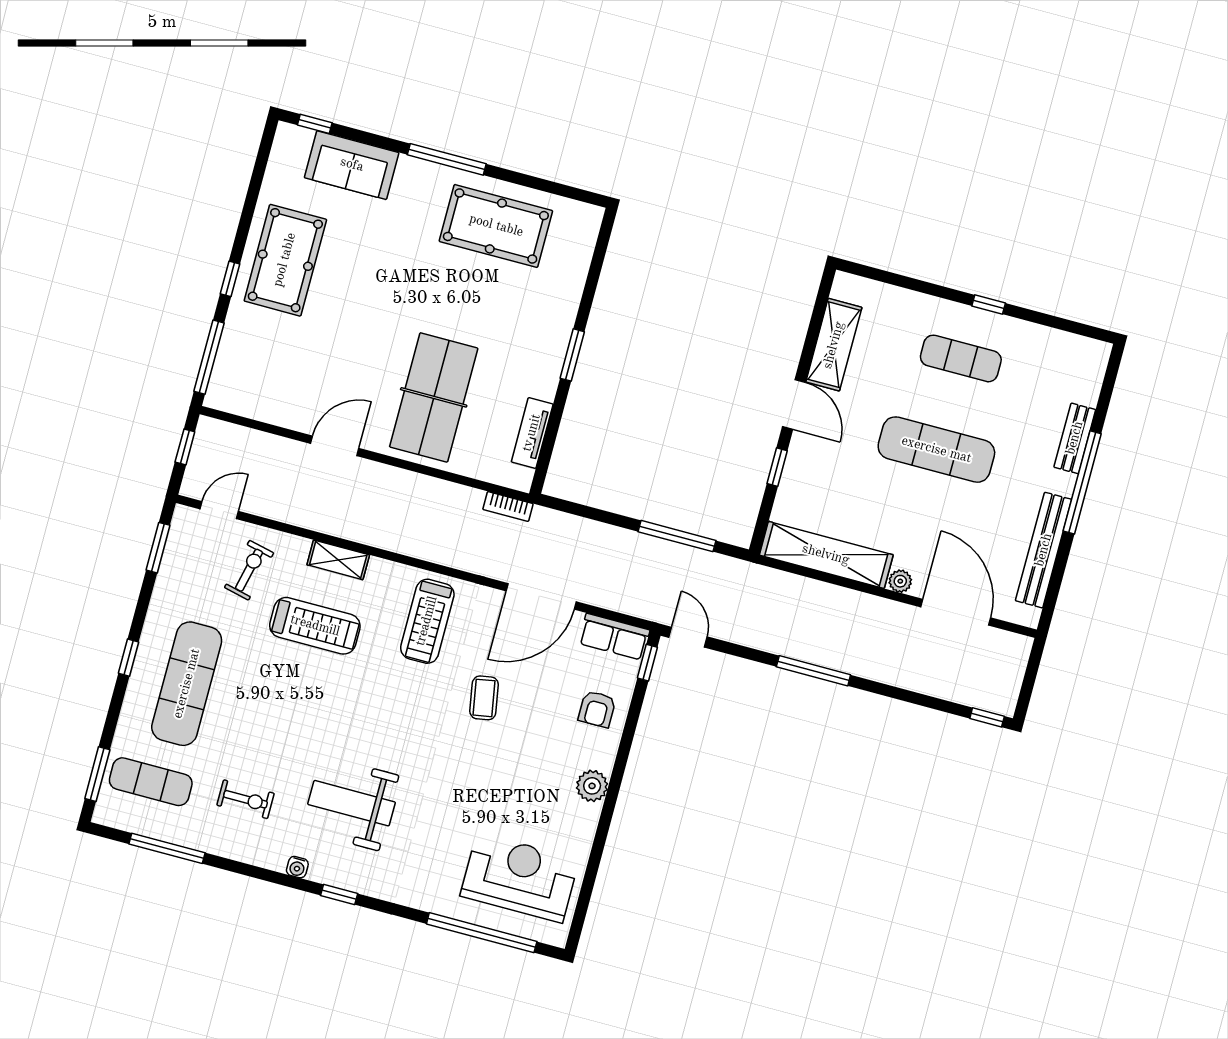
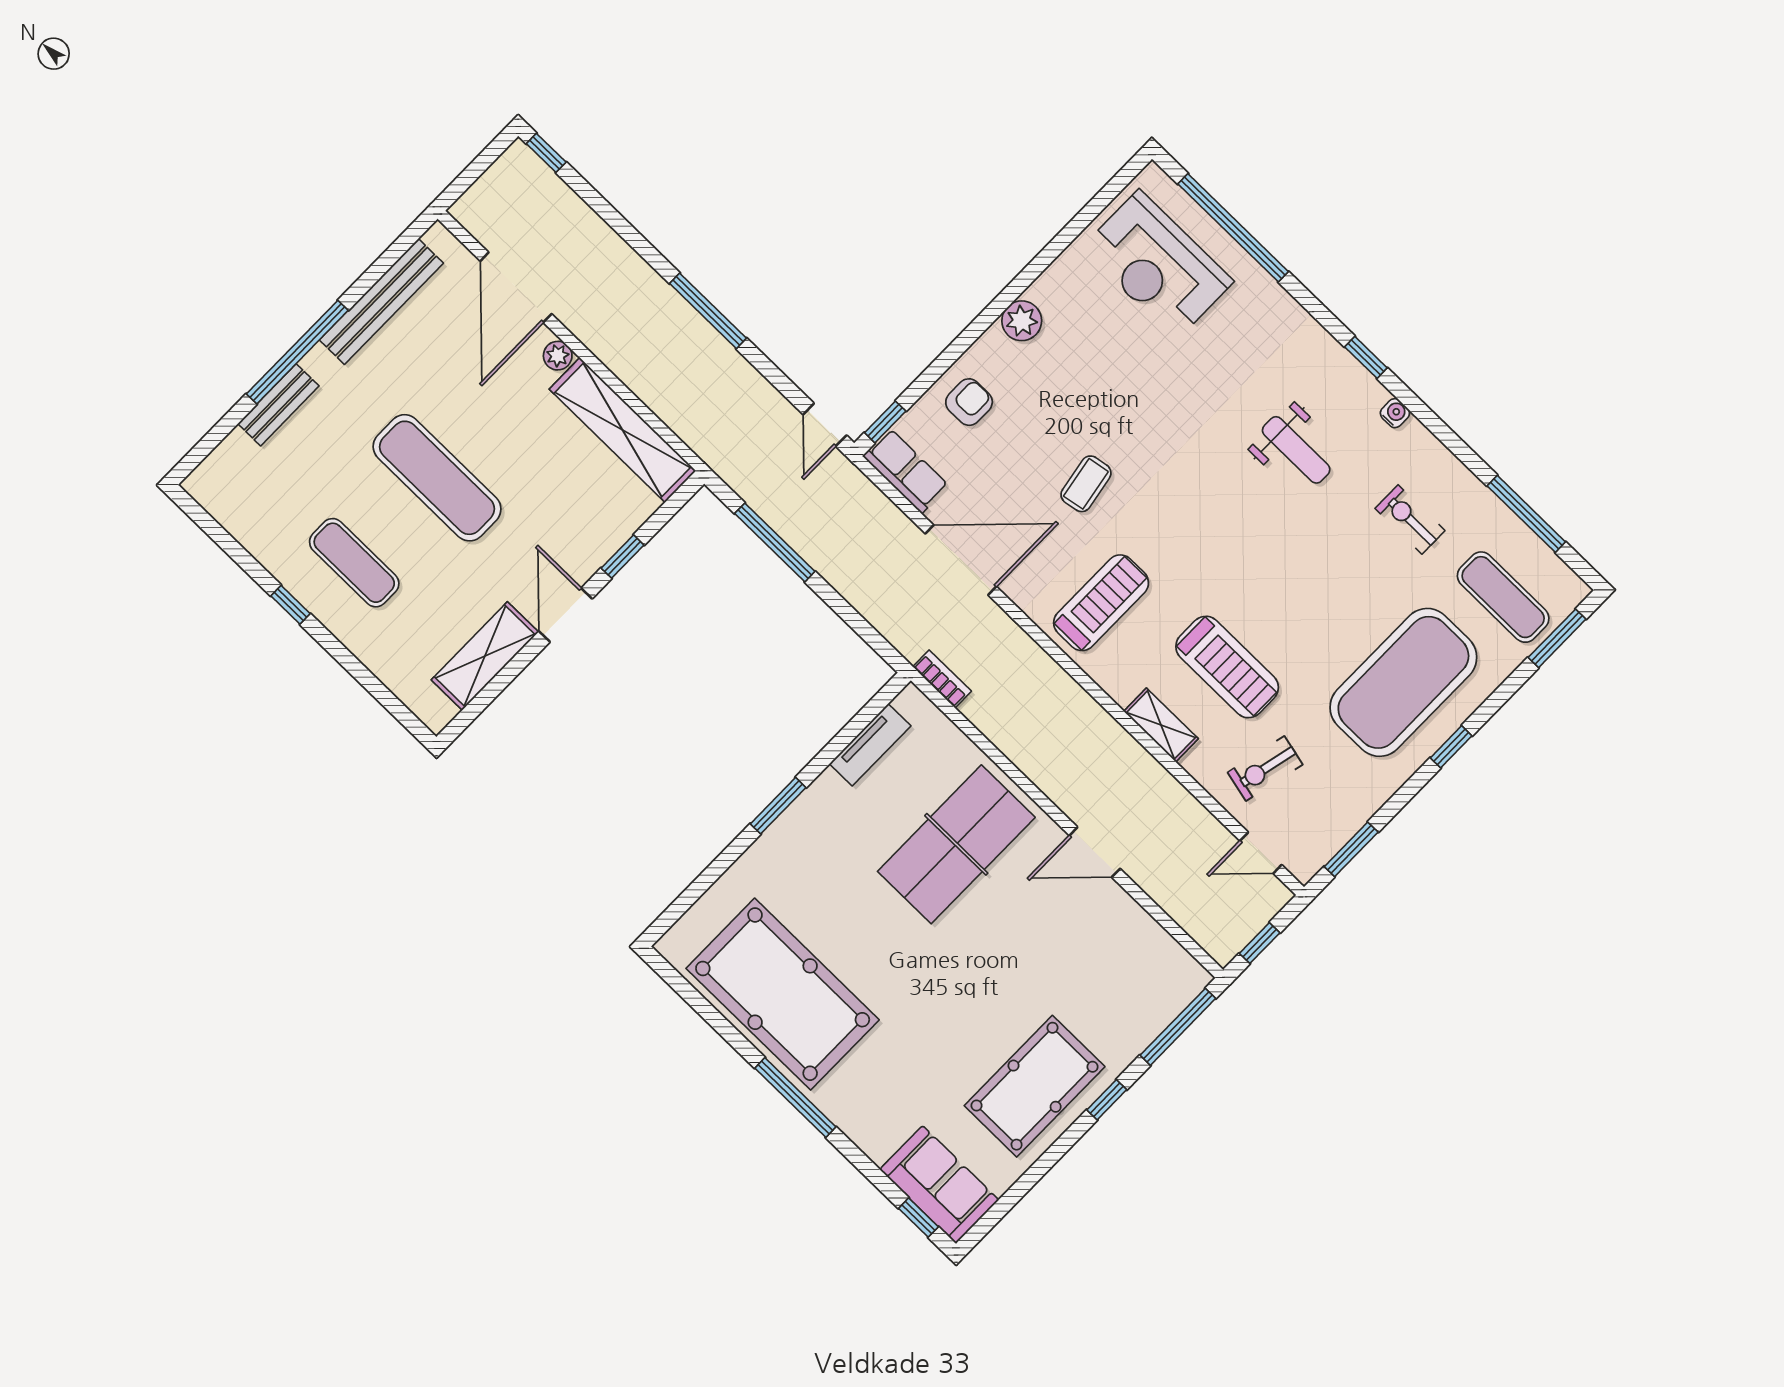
sofa: (352, 165) -> (939, 1185), moved
pool table: (496, 226) -> (783, 994), width x1.36, depth x1.32
treadmill: (315, 626) -> (1227, 667), turned 180
exercise mat: (187, 684) -> (1403, 682), width x1.47
weight bench: (352, 803) -> (1296, 450), width x0.73, depth x0.75

